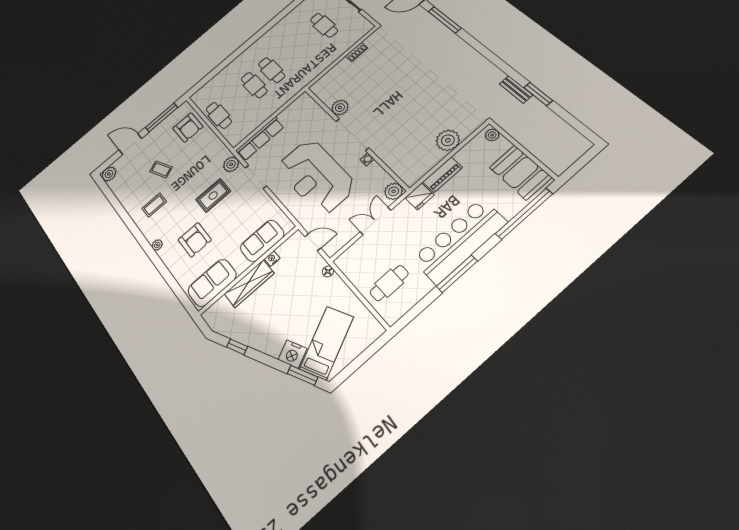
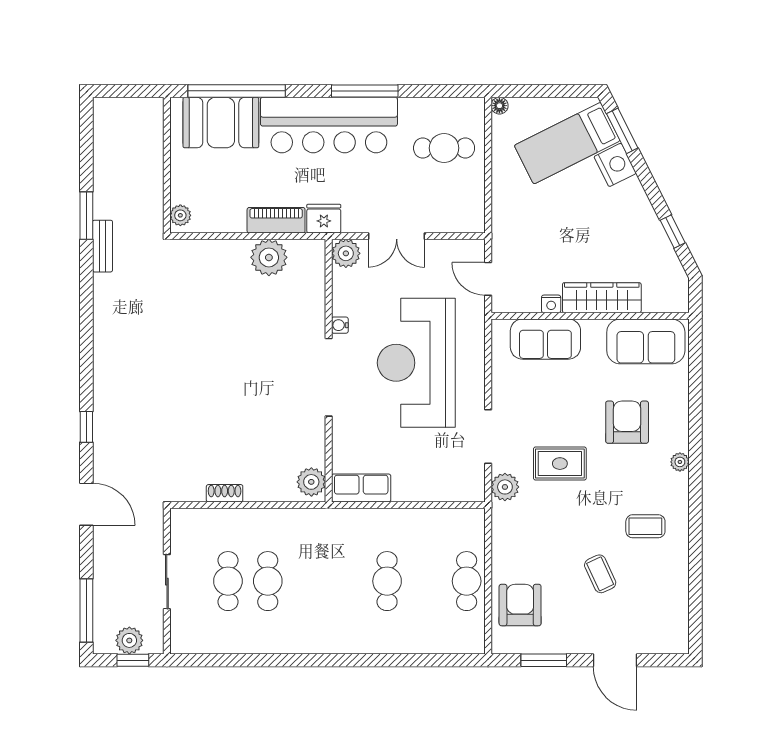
window: (445, 20) -> (86, 427), width x0.46
cafe table: (272, 70) -> (268, 581), moved
plant: (340, 108) -> (311, 482), moved
window: (162, 117) -> (544, 660), width x0.69
row of seats: (260, 139) -> (361, 488), moved, width x0.68
plant: (448, 140) -> (269, 257), moved
booth: (520, 172) -> (221, 123), moved, turned 90
plant: (109, 174) -> (675, 640), removed
reception desk: (316, 176) -> (416, 363), turned 180
floor lamp: (328, 271) -> (499, 106), moved

